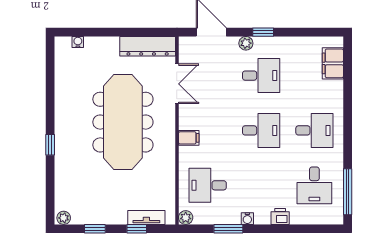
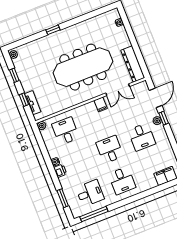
window: (263, 32) -> (164, 118), moved
desk: (261, 130) -> (110, 150), turned 180
filing cabinet: (189, 138) -> (101, 104), moved
desk: (314, 185) -> (90, 193), turned 180
printer: (280, 216) -> (60, 171), moved
window: (228, 229) -> (63, 198), moved

